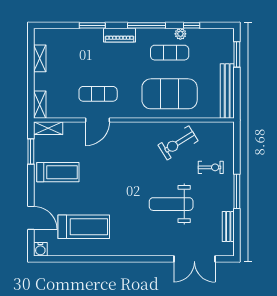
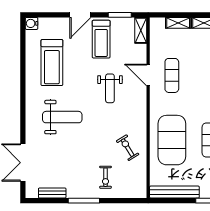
shelving: (40, 105) -> (178, 23), moved
exercise bike: (178, 143) -> (128, 148), width x0.73, depth x0.72
weight bench: (112, 162) -> (110, 88), added
weight bench: (171, 204) -> (62, 117), moved, turned 90
door: (31, 218) -> (80, 15), moved

